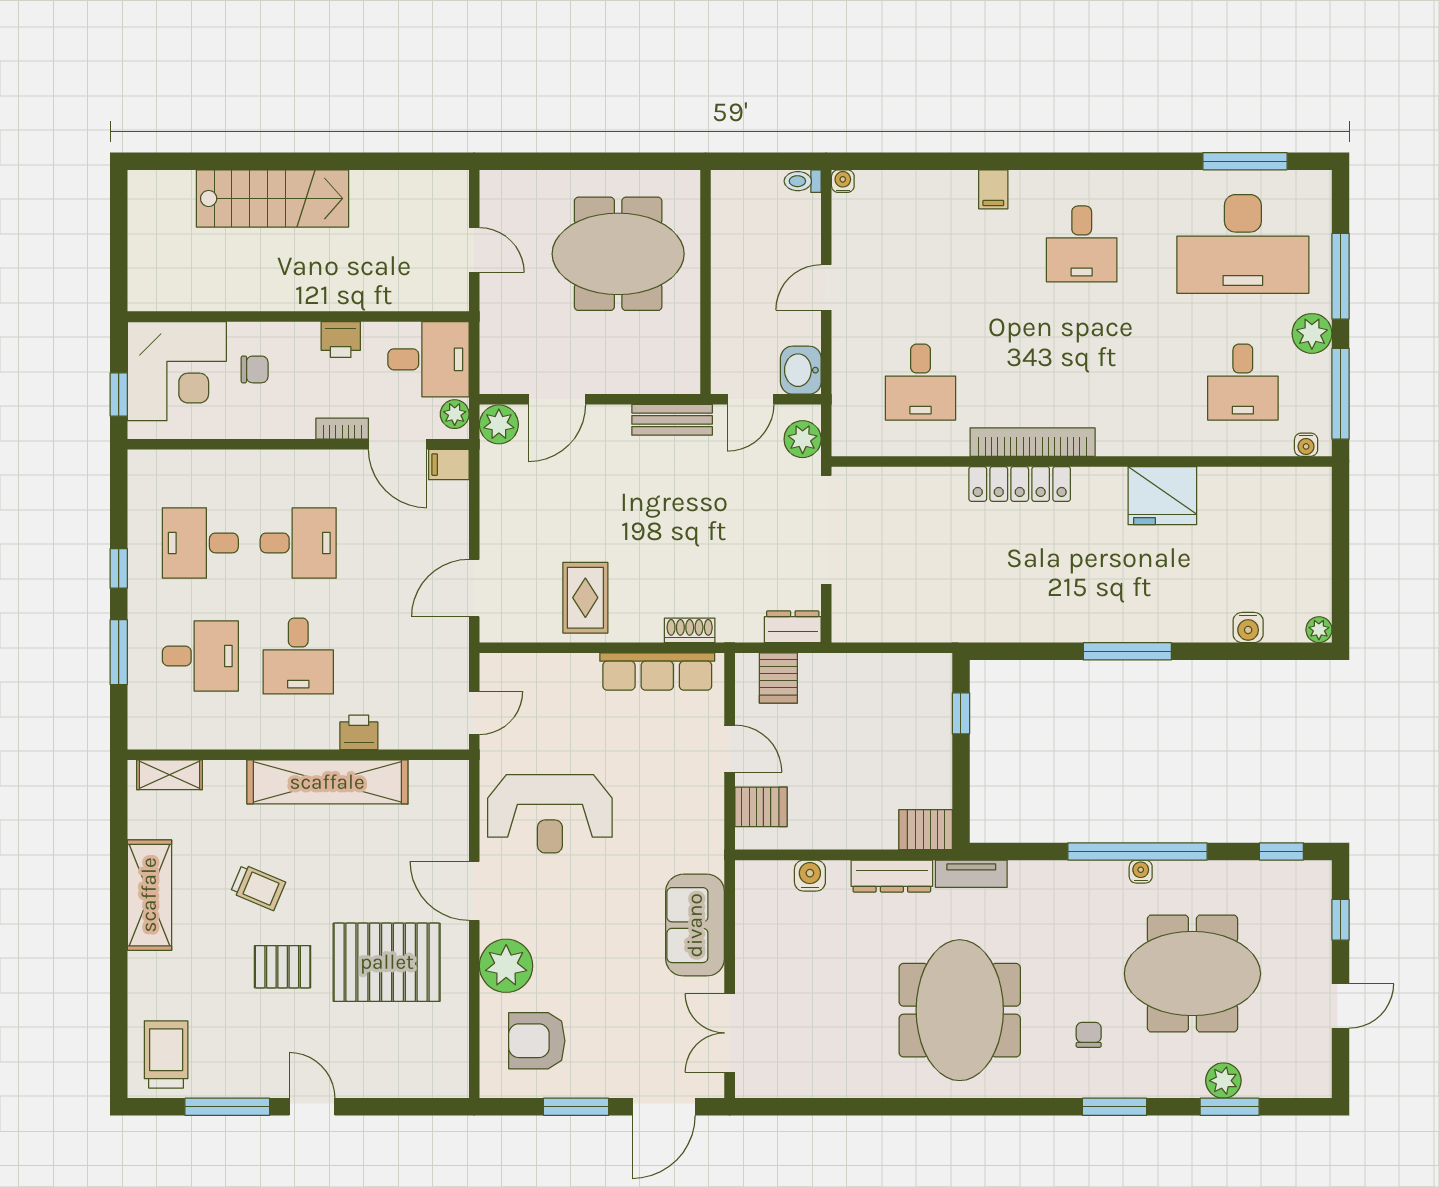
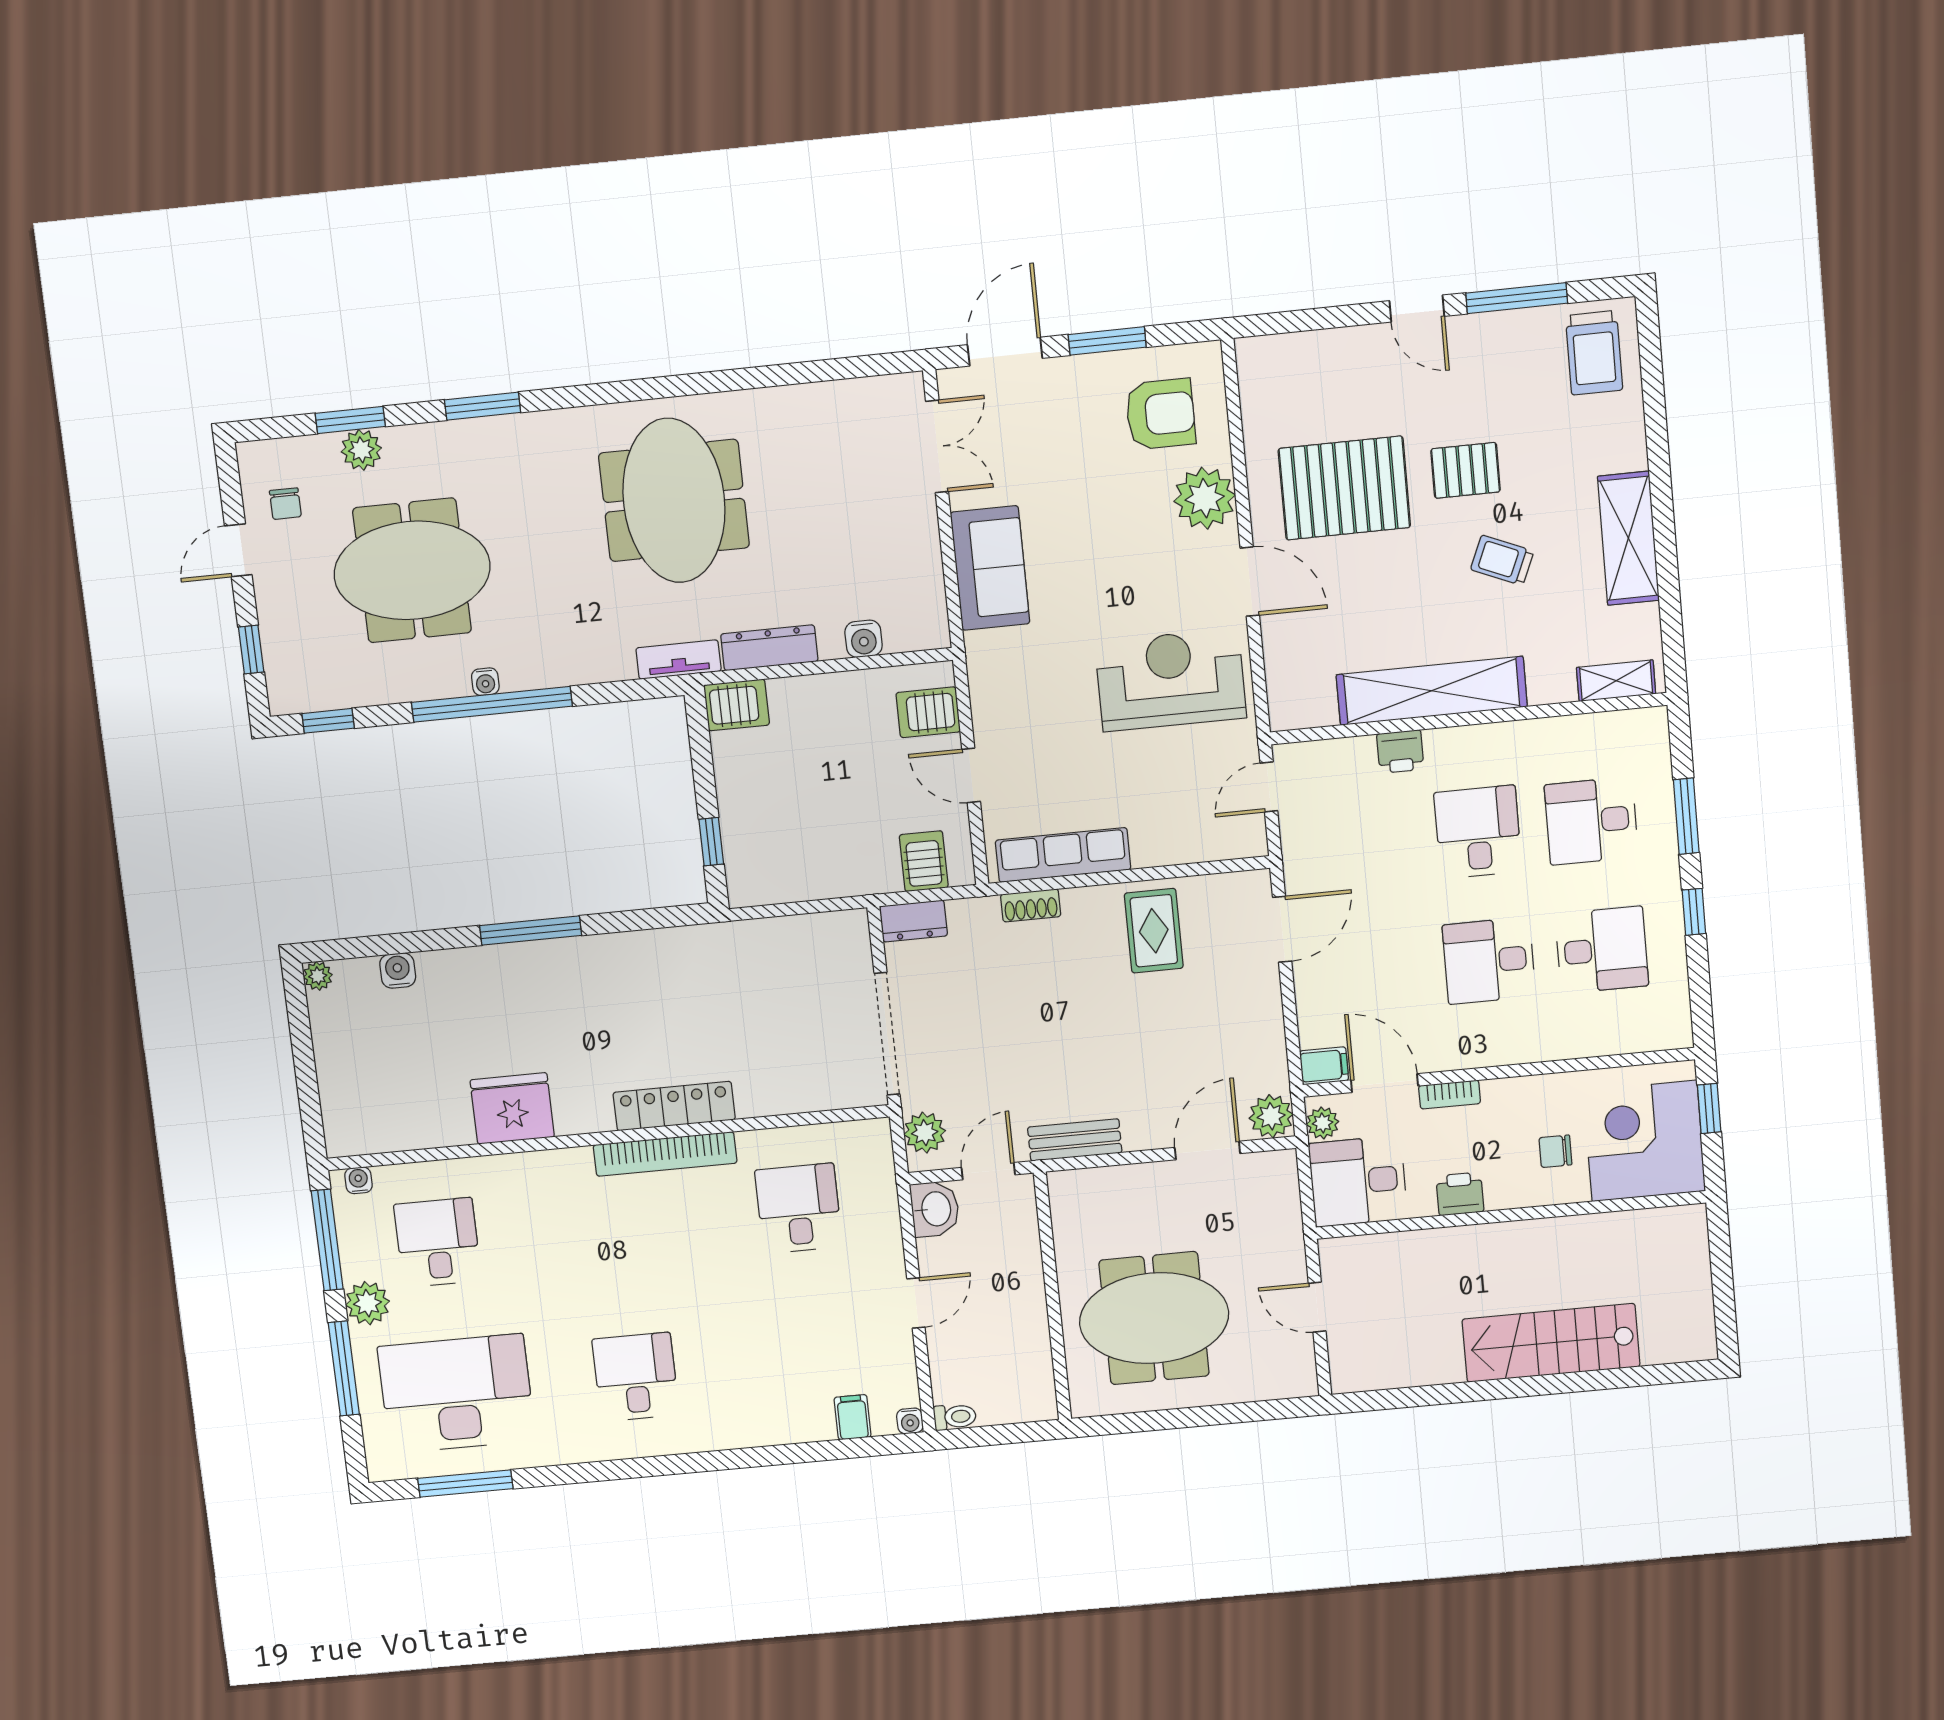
filing cabinet: (993, 189) -> (853, 1417), moved
chair: (1089, 1035) -> (285, 504), moved

